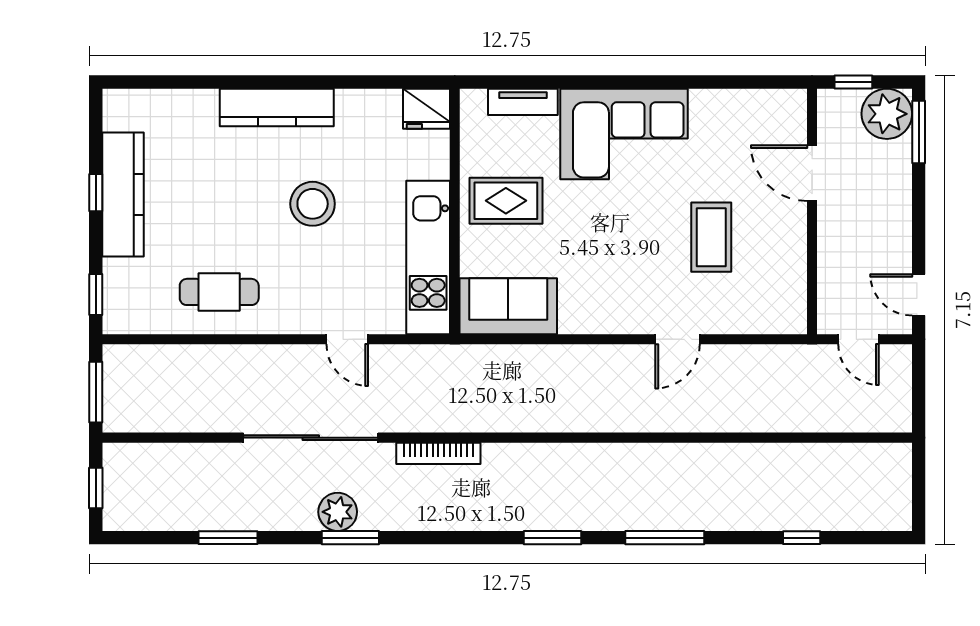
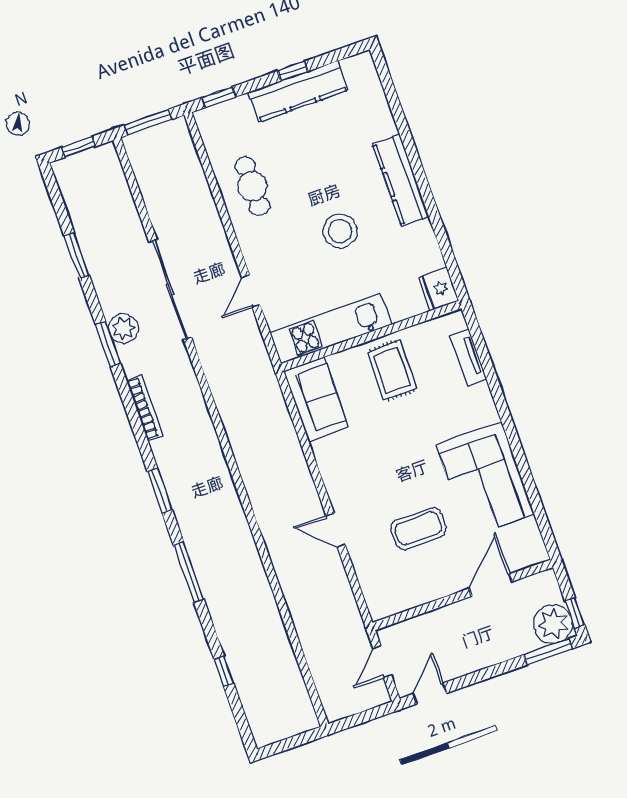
window: (853, 82) -> (575, 613), moved
corner sofa: (624, 134) -> (485, 479), moved
bookcase: (438, 453) -> (145, 408), moved, turned 180

